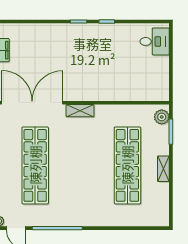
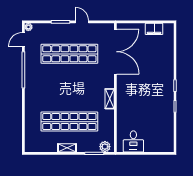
desk: (155, 41) -> (133, 141), moved
shelving: (80, 111) -> (110, 99), moved

